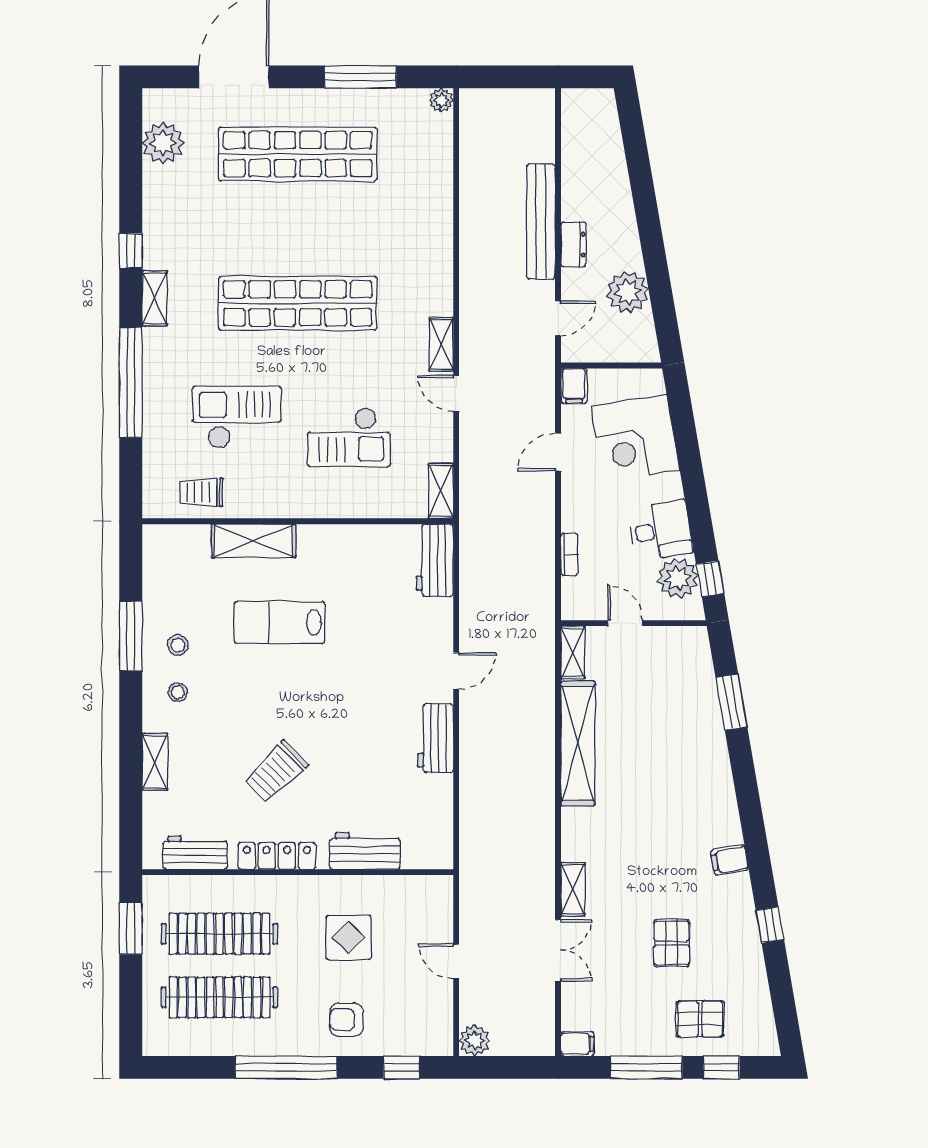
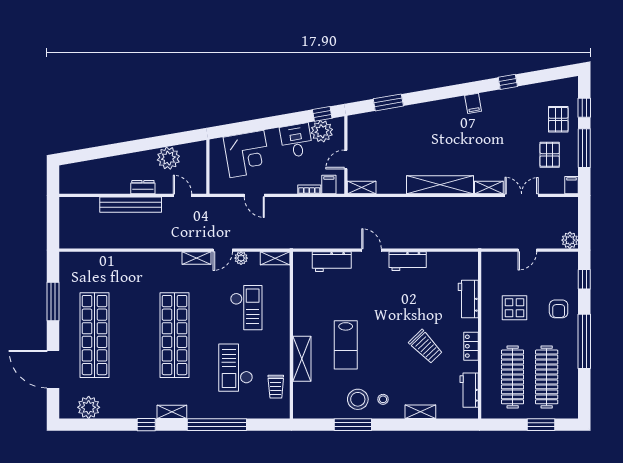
plant: (441, 100) -> (241, 258), moved
filing cabinet: (574, 386) -> (329, 185), moved, turned -90
workbench: (435, 560) -> (332, 262), moved
stool: (178, 645) -> (358, 399), width x1.89, depth x1.89
shelving: (578, 743) -> (440, 185), moved
locker: (277, 856) -> (471, 346), width x0.66
window: (131, 929) -> (541, 425), moved
pallet: (672, 943) -> (550, 155), moved, turned 90

